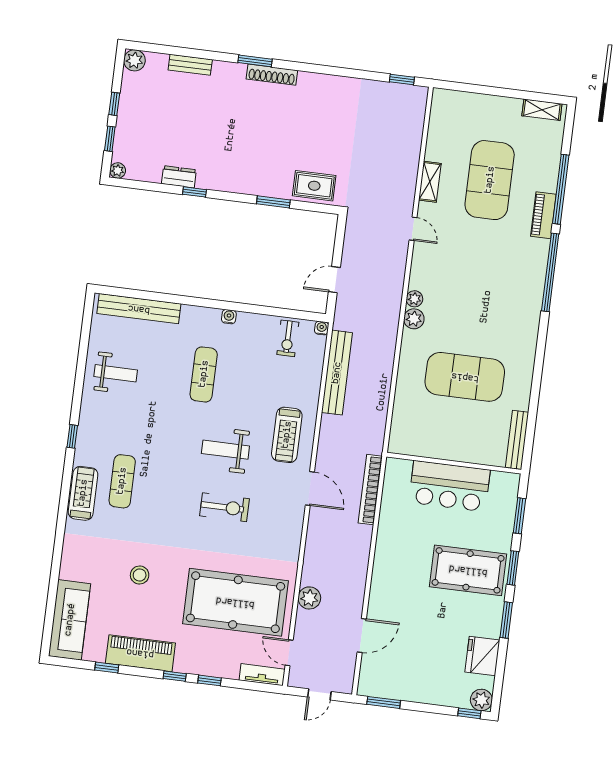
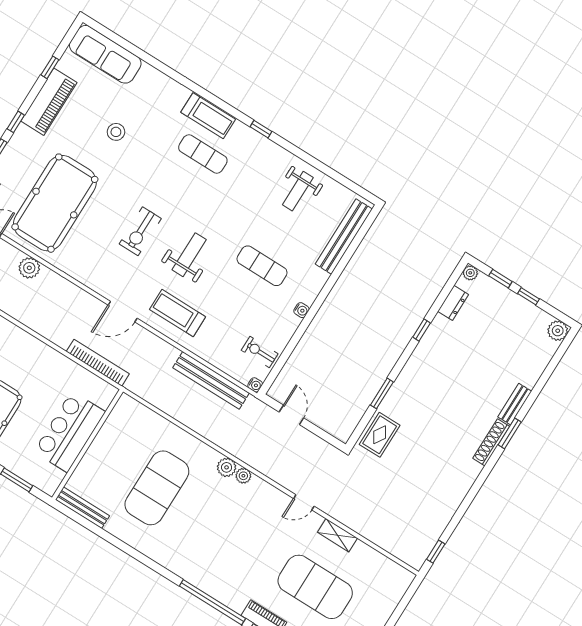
bench: (190, 65) -> (515, 404), moved
dresser: (179, 177) -> (453, 303), moved

